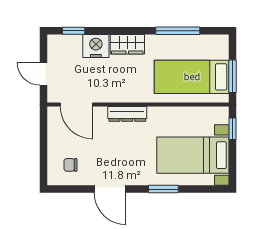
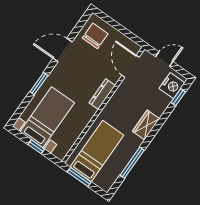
nightstand: (96, 46) -> (172, 86), moved
door: (76, 105) -> (131, 66), hinge flipped
window: (233, 129) -> (36, 147), moved
chair: (70, 165) -> (95, 36), width x1.87, depth x1.87

